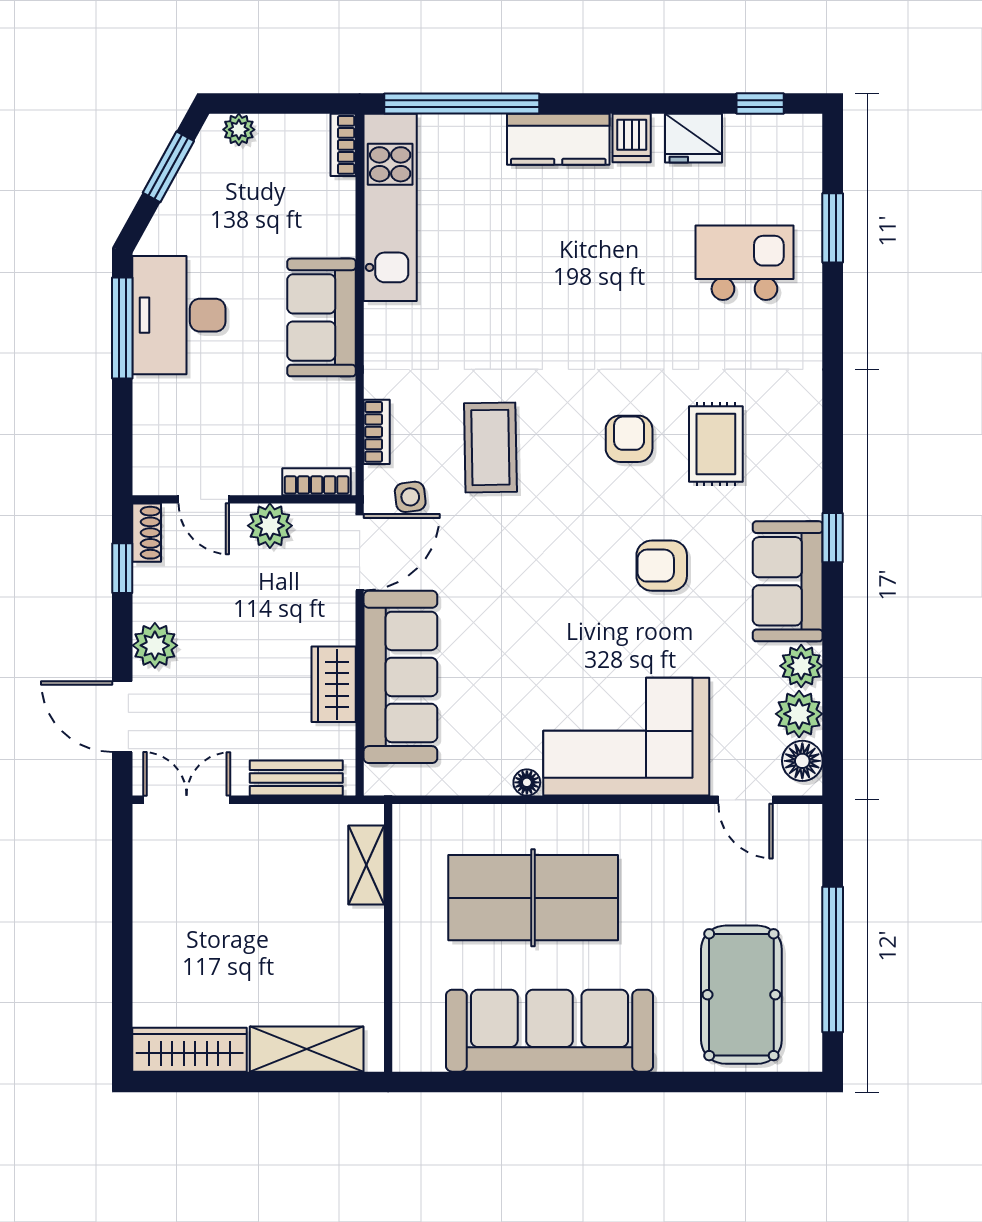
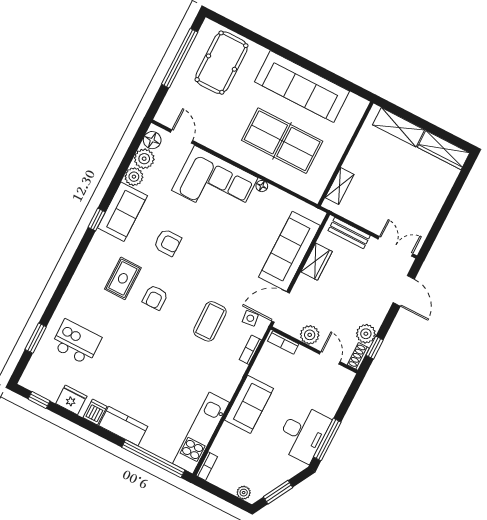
kitchen island: (744, 263) -> (76, 342), turned 180
plant: (155, 645) -> (366, 334), moved
double door: (187, 800) -> (395, 246), swing flipped

